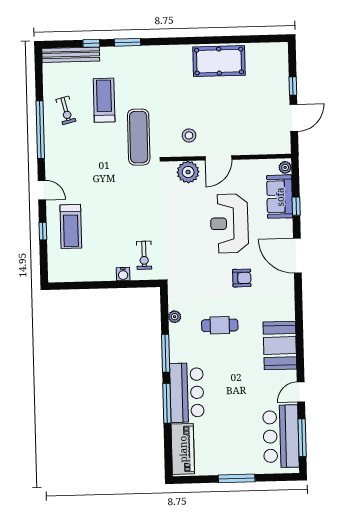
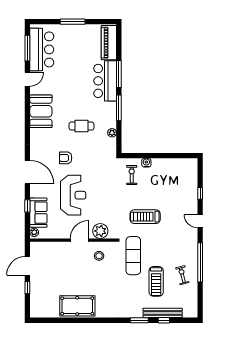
bench: (71, 55) -> (163, 313), moved
treadmill: (71, 226) -> (145, 217), moved, turned -90

